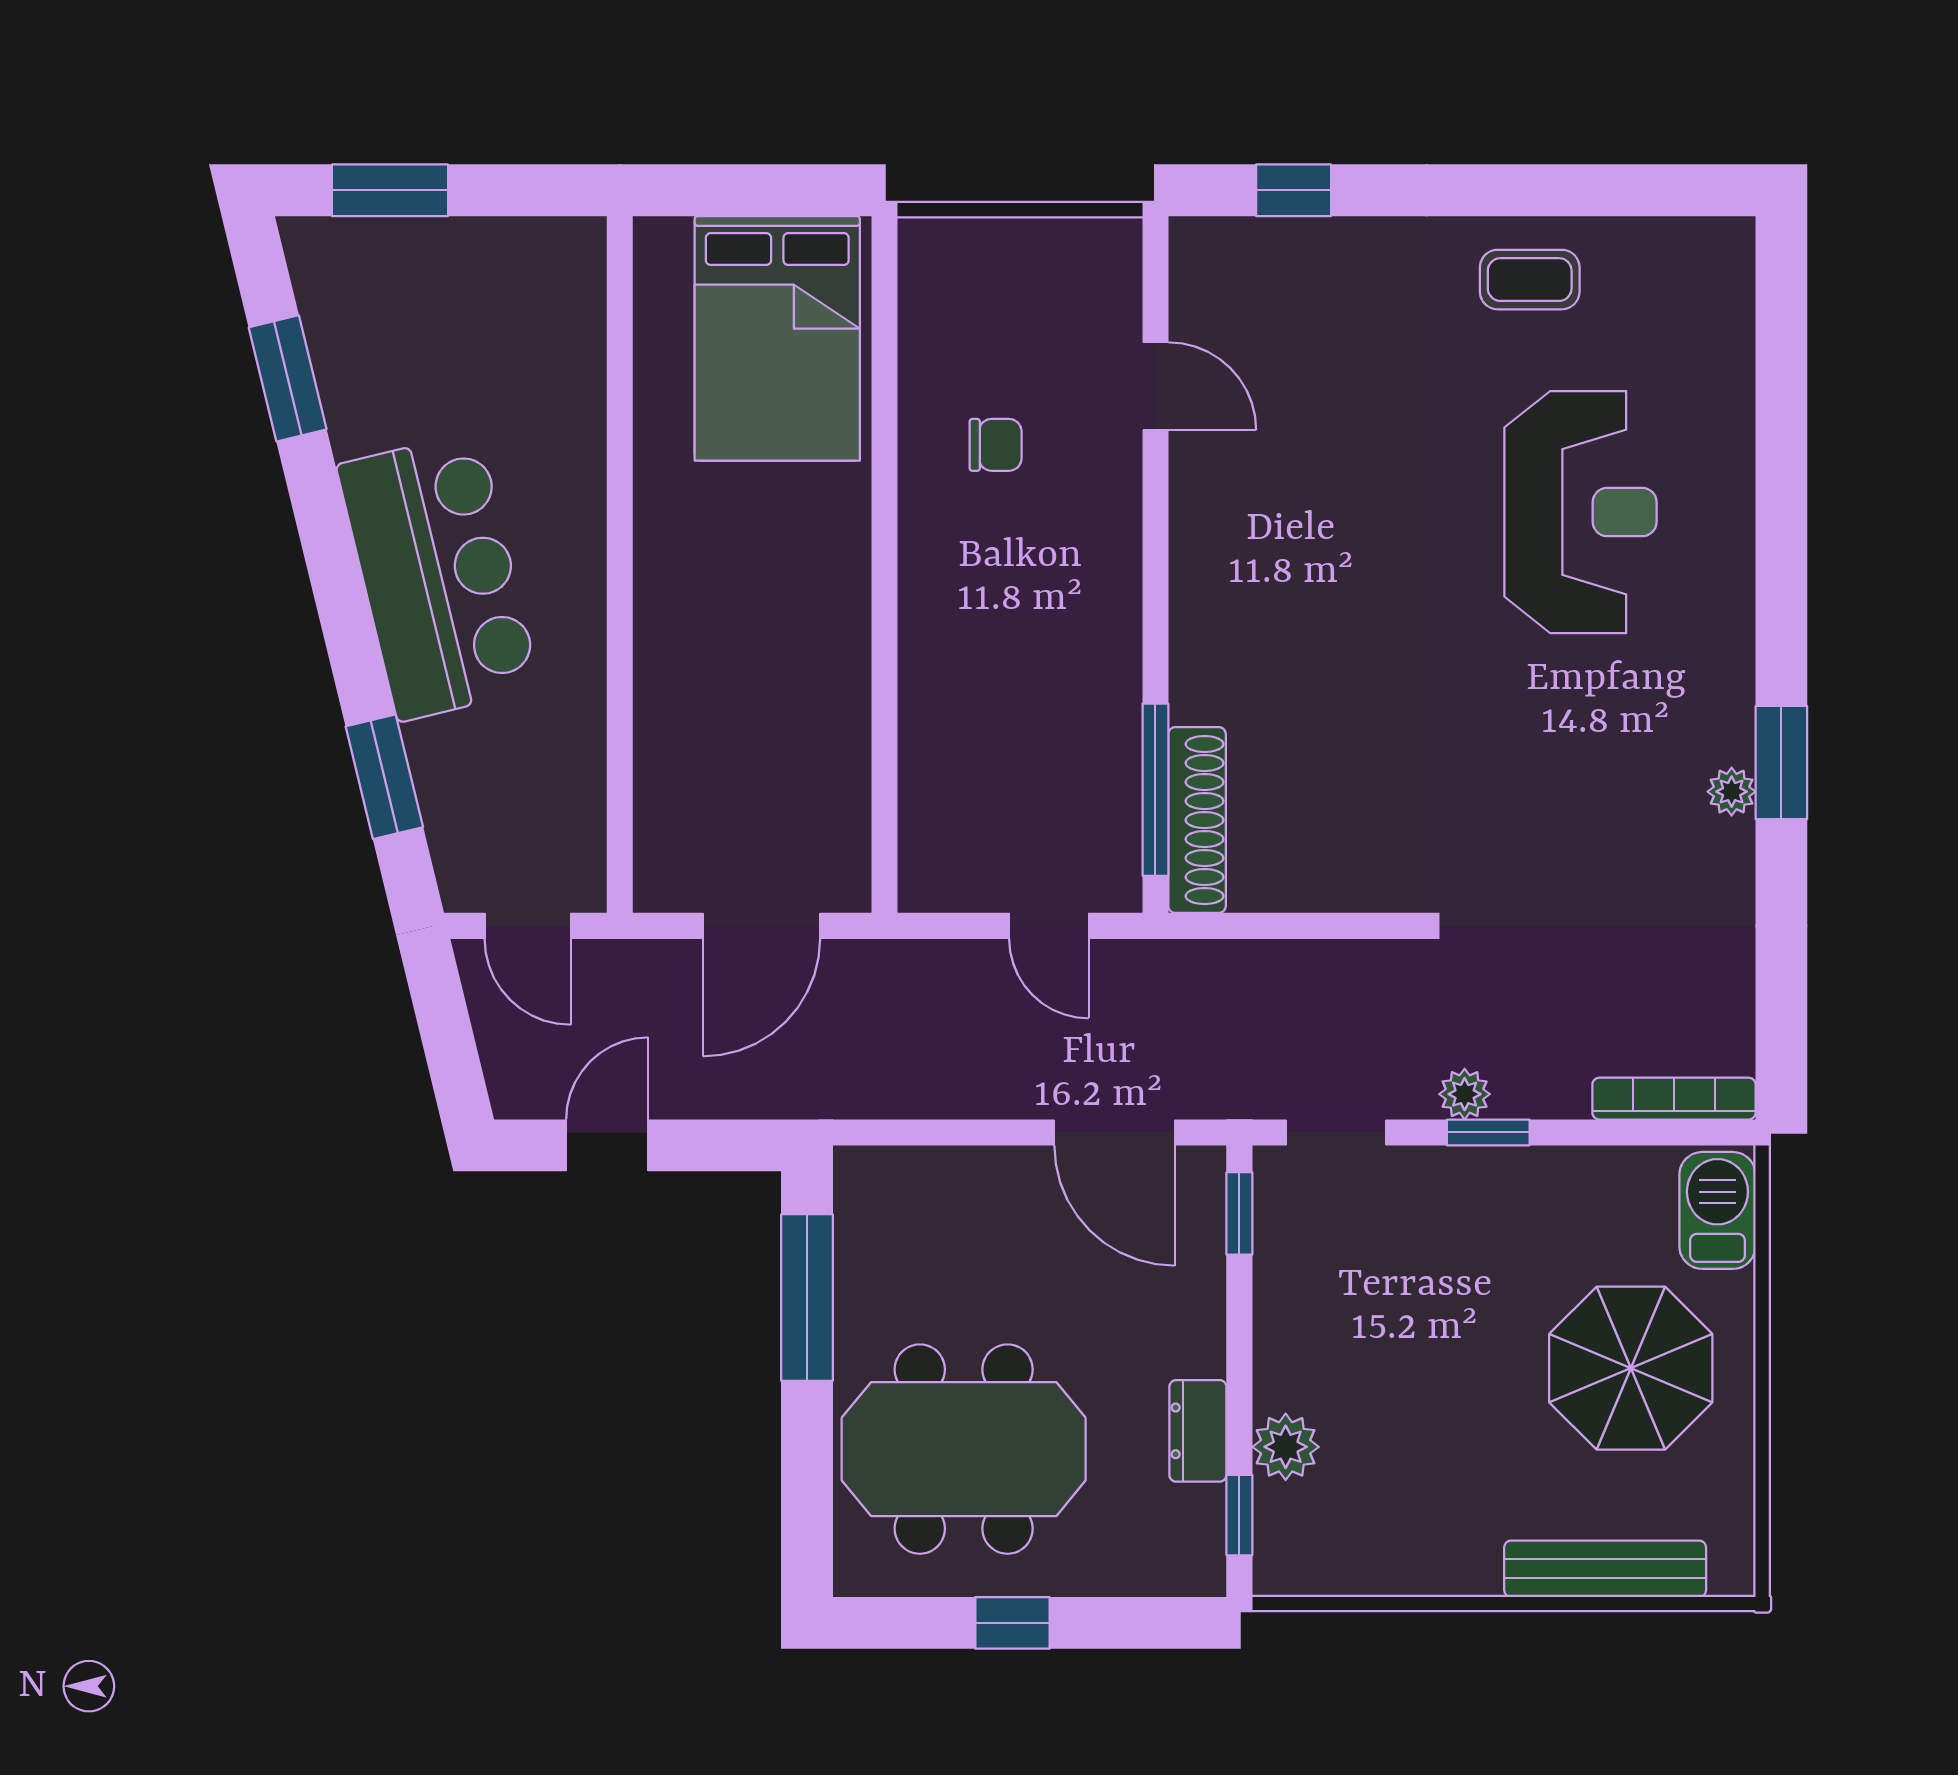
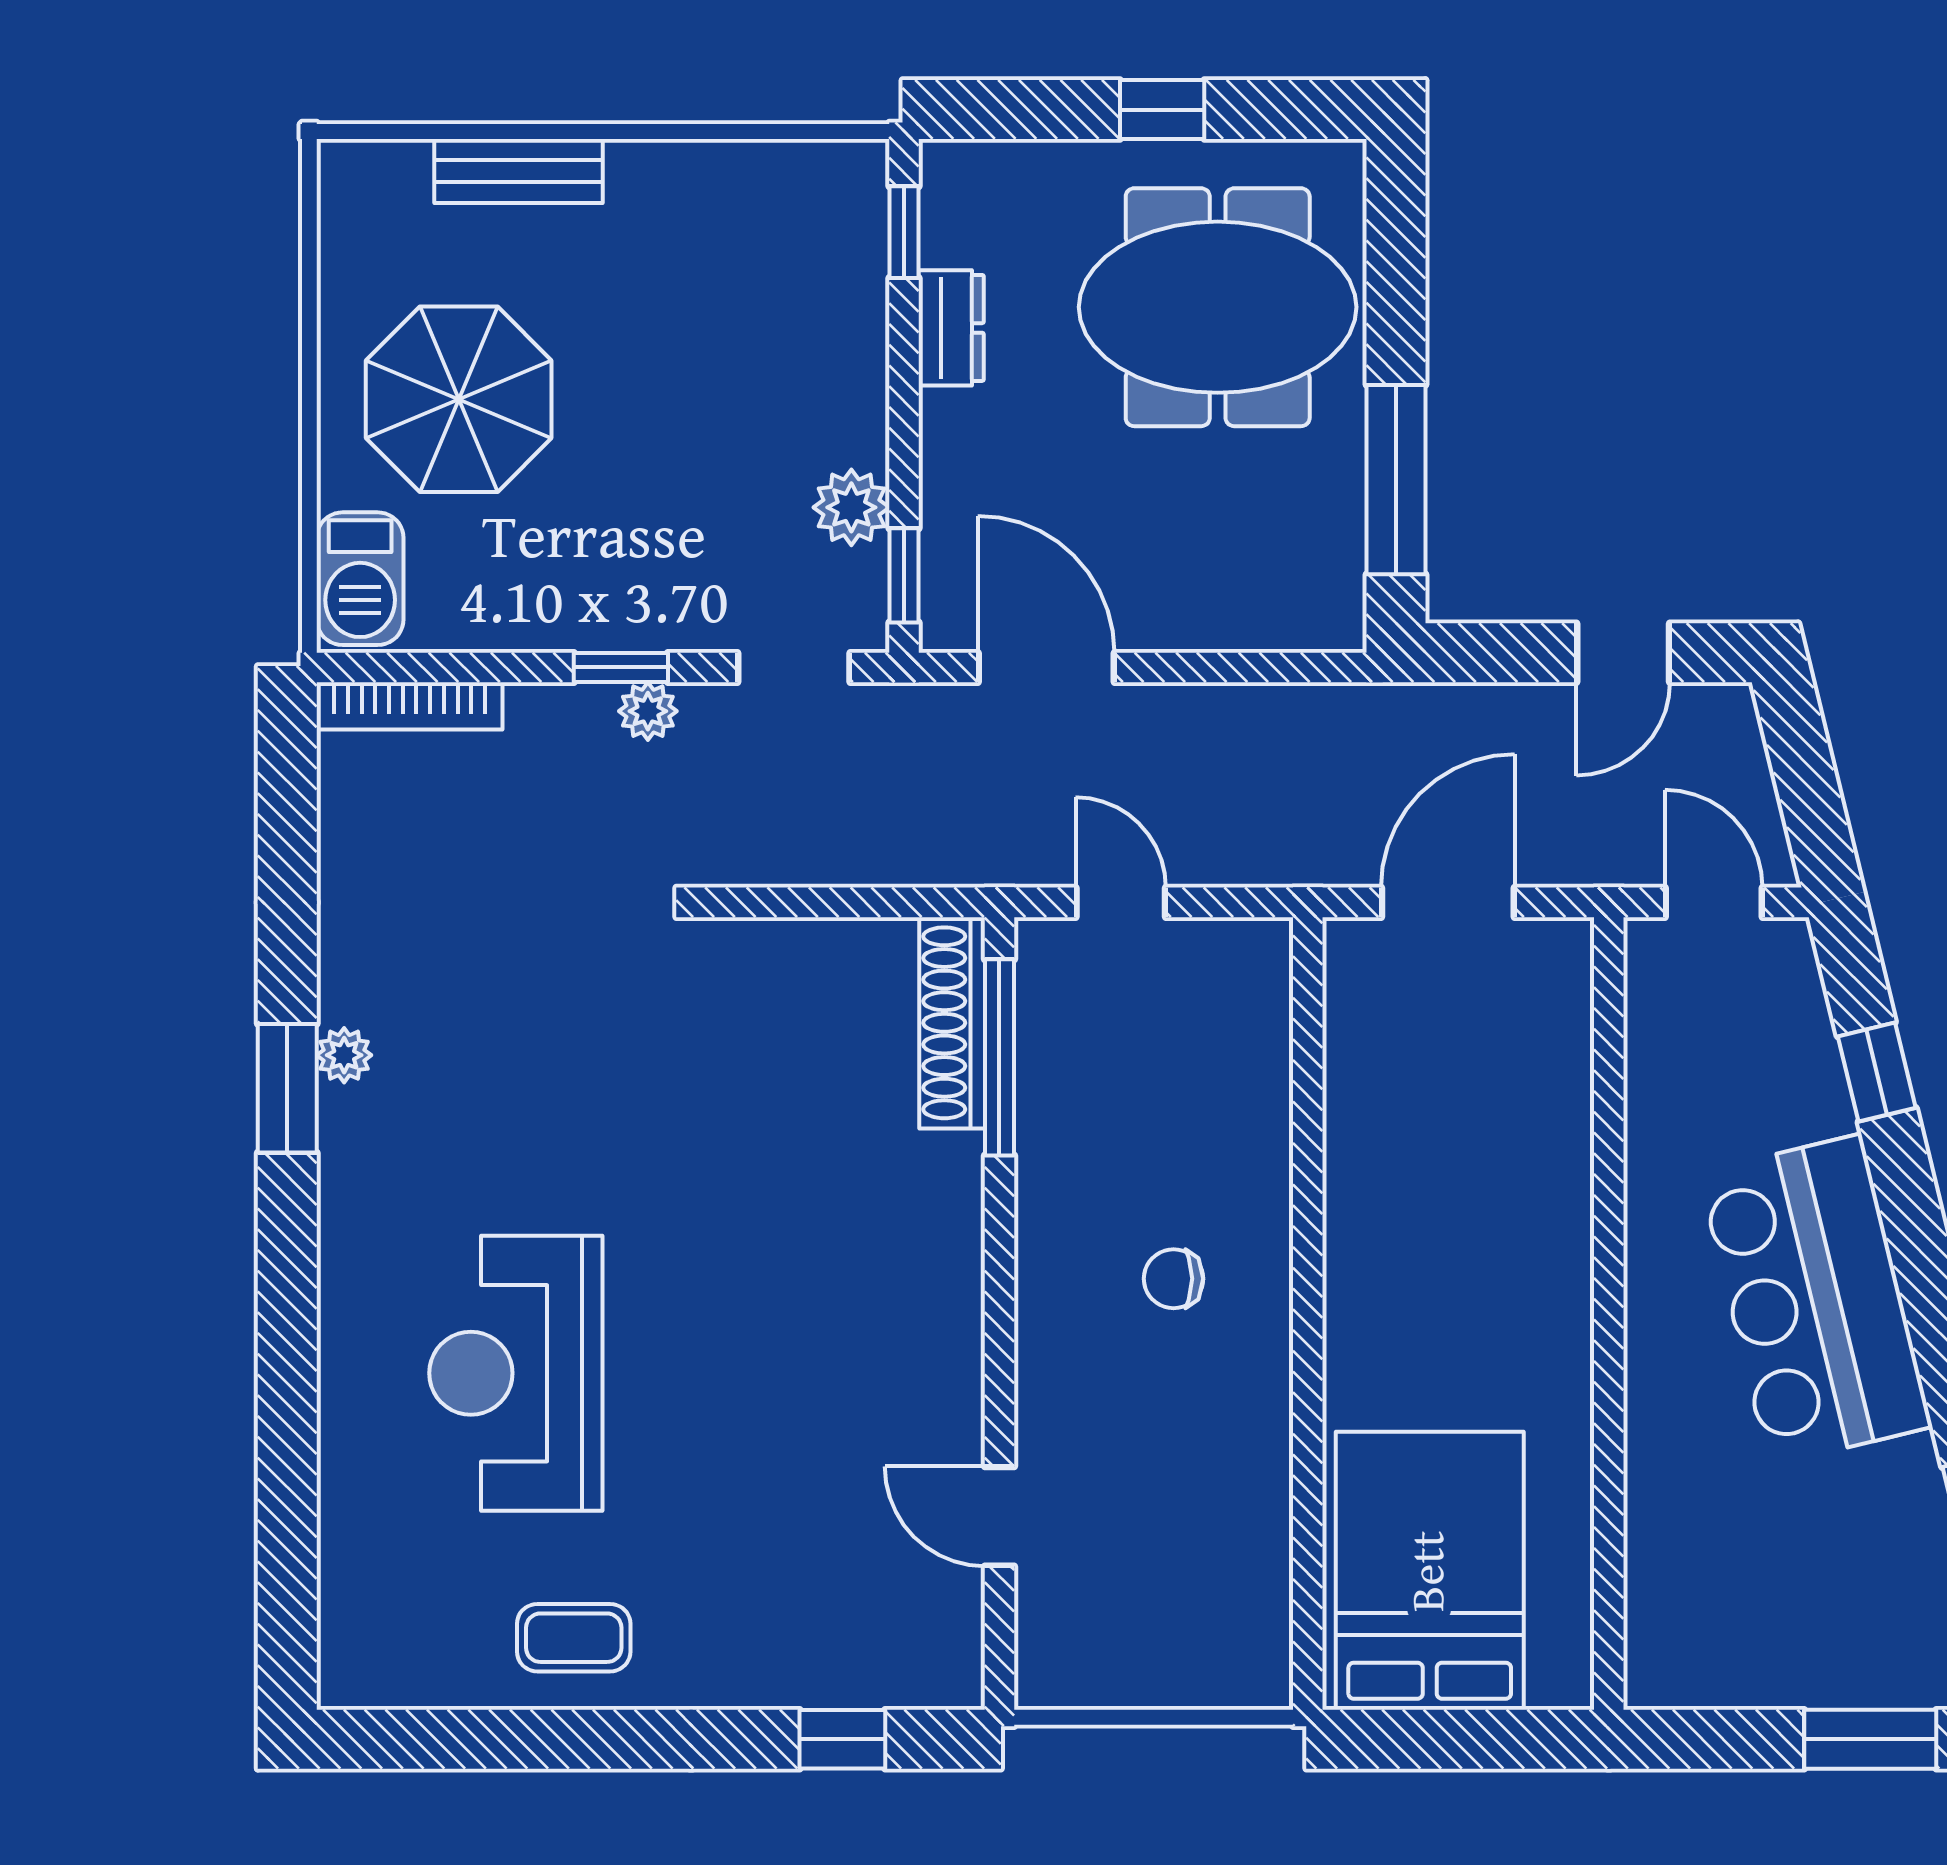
chair: (996, 445) -> (1174, 1279), moved
window: (384, 777) -> (1877, 1072), width x0.67
plant: (1286, 1447) -> (851, 507), moved
bench: (1605, 1569) -> (519, 171), width x0.73

